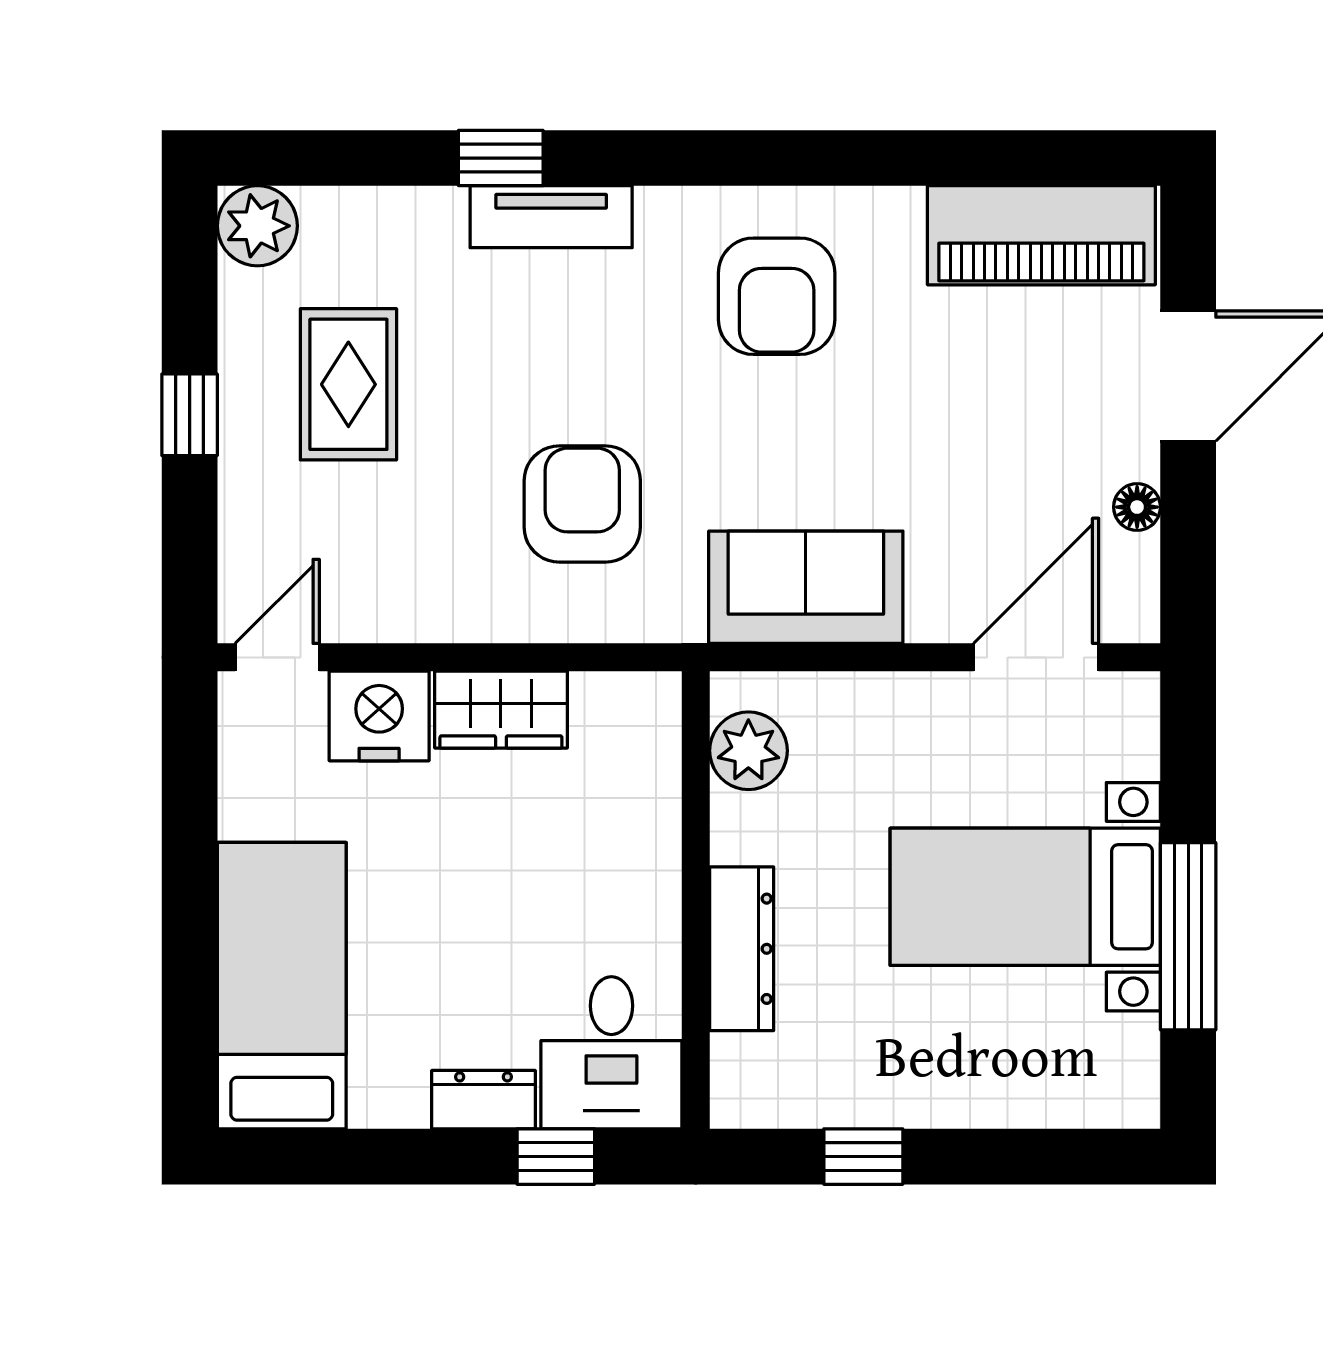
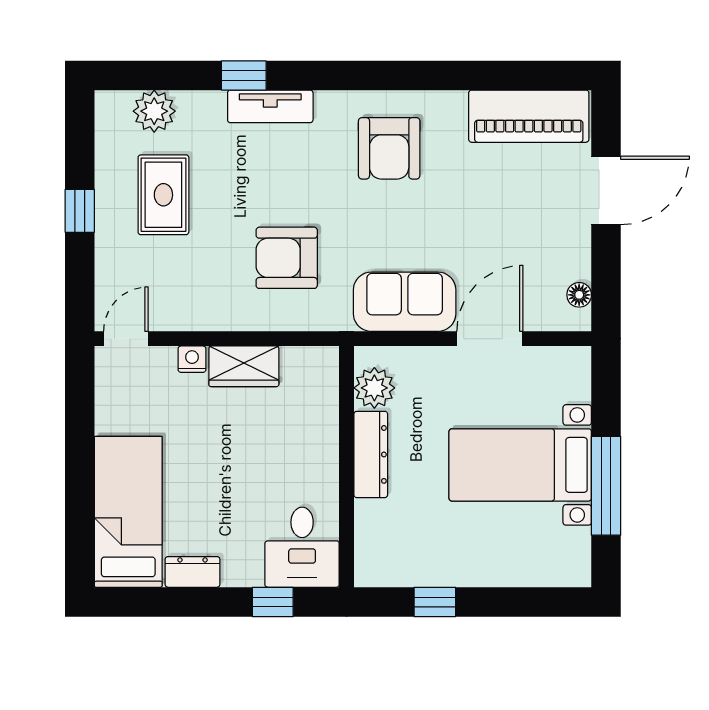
plant: (257, 226) -> (154, 111), moved
armchair: (582, 504) -> (287, 258), turned -90
floor lamp: (1137, 507) -> (579, 295), moved
door: (1036, 657) -> (490, 339), moved
nightstand: (379, 716) -> (192, 359), width x0.53, depth x0.56
dresser: (742, 949) -> (371, 454), moved
dresser: (484, 1100) -> (193, 572), moved

